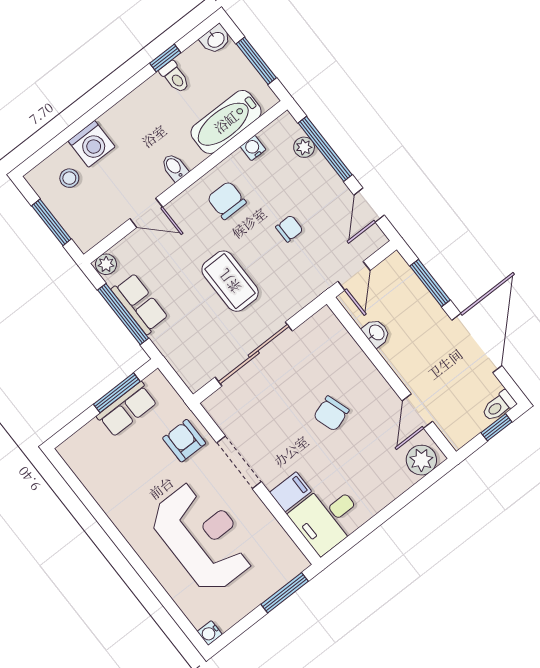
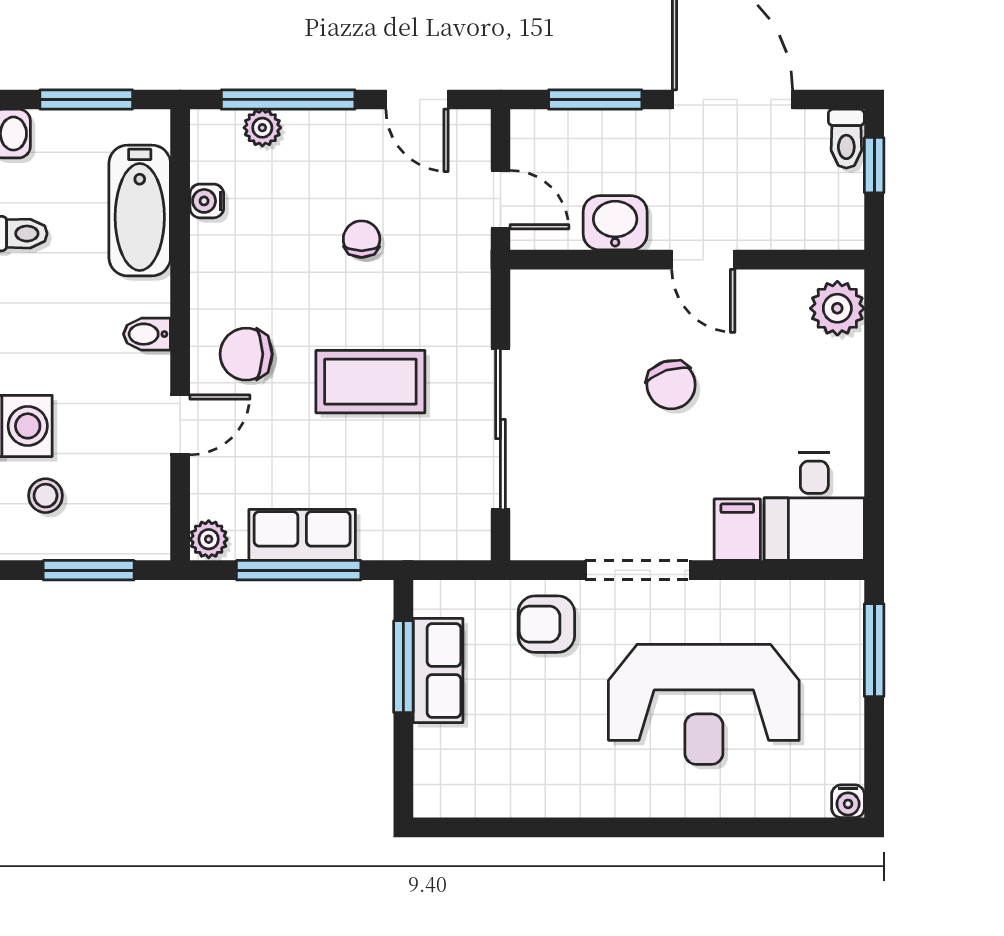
chair: (227, 200) -> (246, 354), moved
washbasin: (376, 333) -> (615, 223), width x1.38, depth x1.45
door: (417, 411) -> (703, 260), moved
reception desk: (203, 537) -> (704, 704), turned 180

